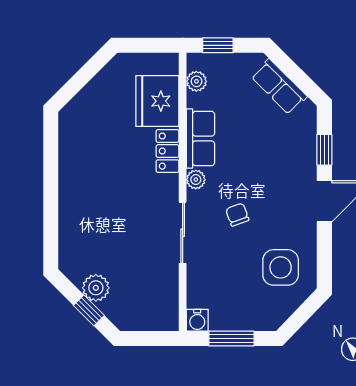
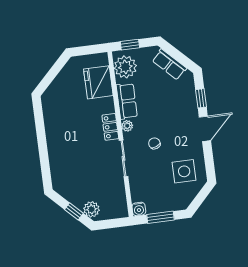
plant: (196, 81) -> (125, 67), width x1.87, depth x1.87
locker: (168, 151) -> (110, 127), moved
plant: (96, 288) -> (92, 209), moved

